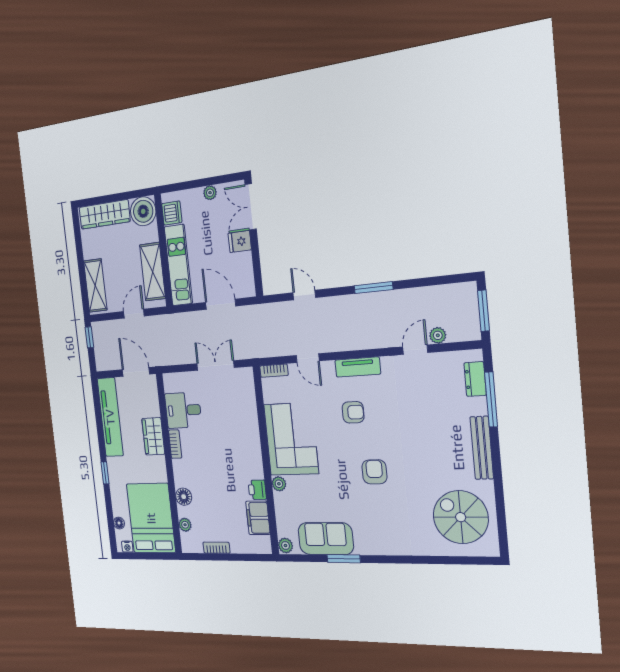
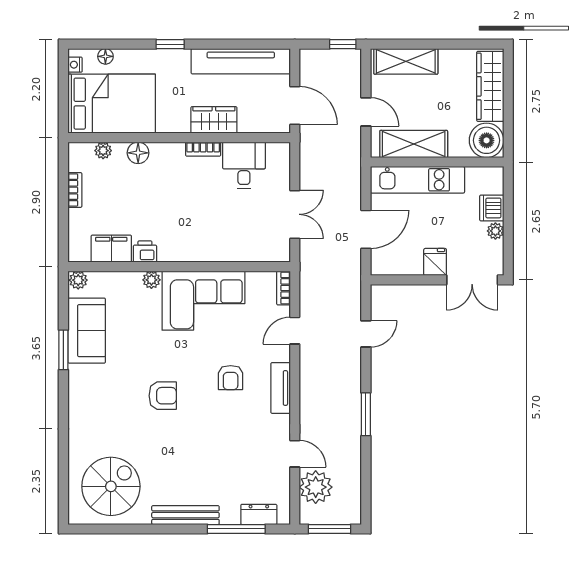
double door: (251, 207) -> (472, 280), swing flipped
dishwasher: (172, 213) -> (492, 208), moved, turned 90
plant: (438, 335) -> (316, 487), width x1.87, depth x1.87
door: (136, 372) -> (295, 106), hinge flipped

